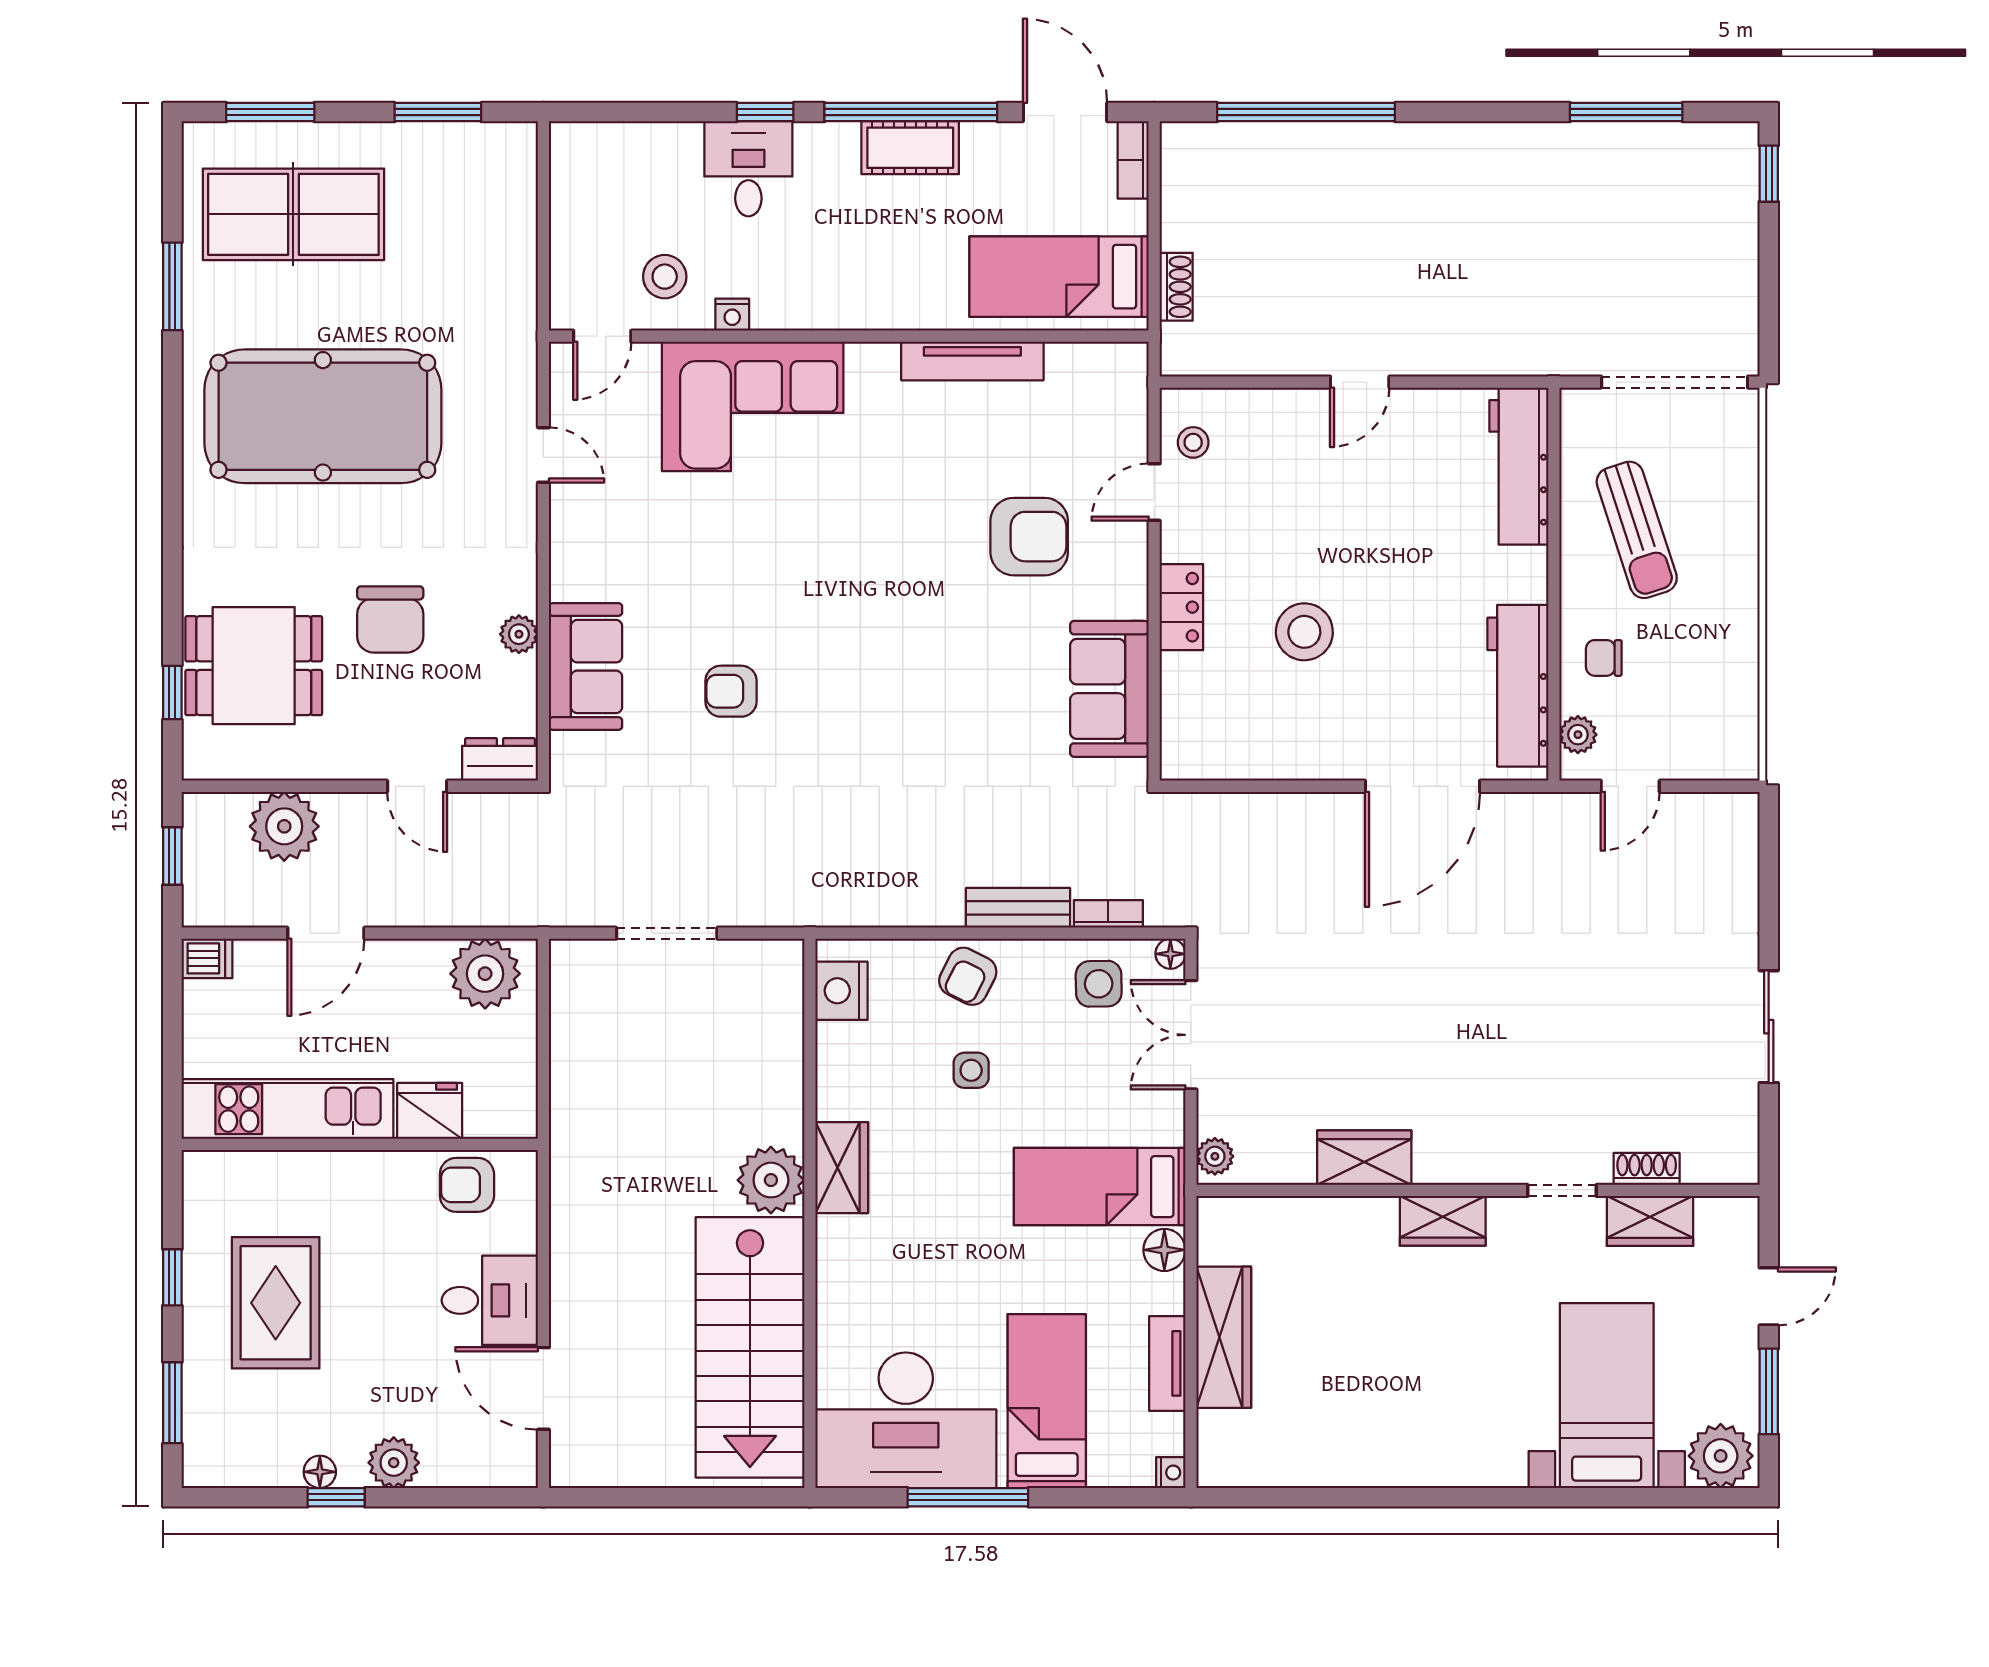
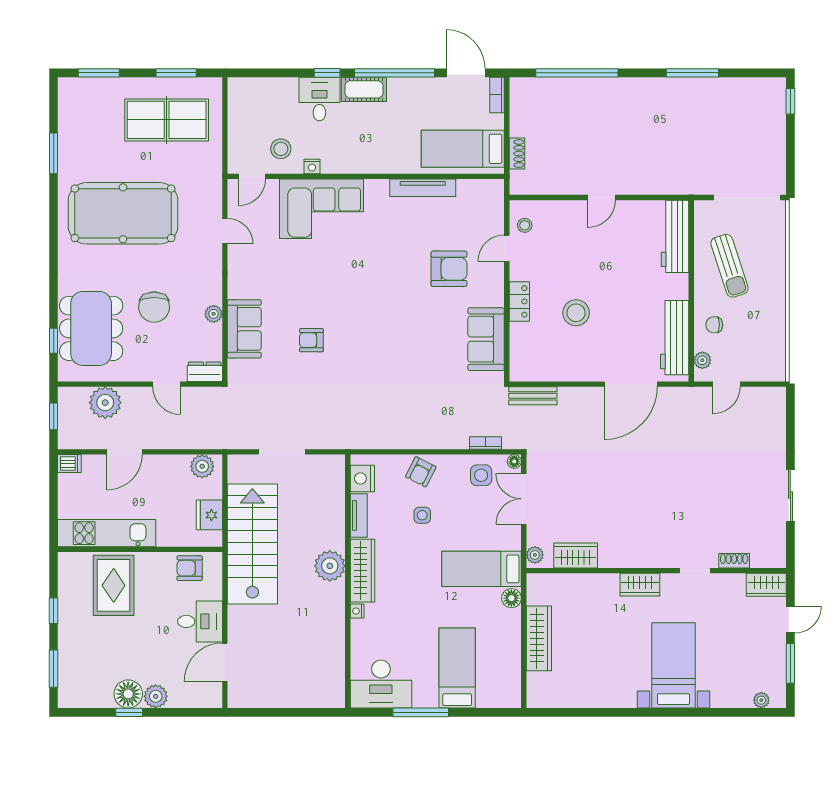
window: (1626, 112) -> (692, 73), moved
cot: (910, 148) -> (364, 89), moved
table tennis table: (293, 214) -> (167, 120), moved
dining table: (254, 666) -> (91, 328), width x1.38
bench: (1018, 908) -> (533, 396), moved
plant: (485, 974) -> (202, 466), width x0.73, depth x0.73
fridge: (430, 1111) -> (209, 515), moved, turned -90
wardrobe: (1364, 1158) -> (576, 555), moved
wardrobe: (842, 1168) -> (363, 571), width x1.50
wardrobe: (1650, 1221) -> (766, 585), moved
rug: (276, 1303) -> (114, 585), moved
stairs: (750, 1347) -> (252, 544), moved, turned 180
tv unit: (1167, 1363) -> (359, 516), moved, turned 180
door: (543, 1388) -> (225, 662), hinge flipped
bed with nightstands: (1607, 1396) -> (674, 665), moved
desk: (906, 1420) -> (381, 684), width x0.73, depth x0.77
plant: (1721, 1456) -> (761, 700), width x0.53, depth x0.53
floor lamp: (320, 1472) -> (128, 694), width x1.89, depth x1.89
nightstand: (1171, 1473) -> (357, 611), moved, turned 180

